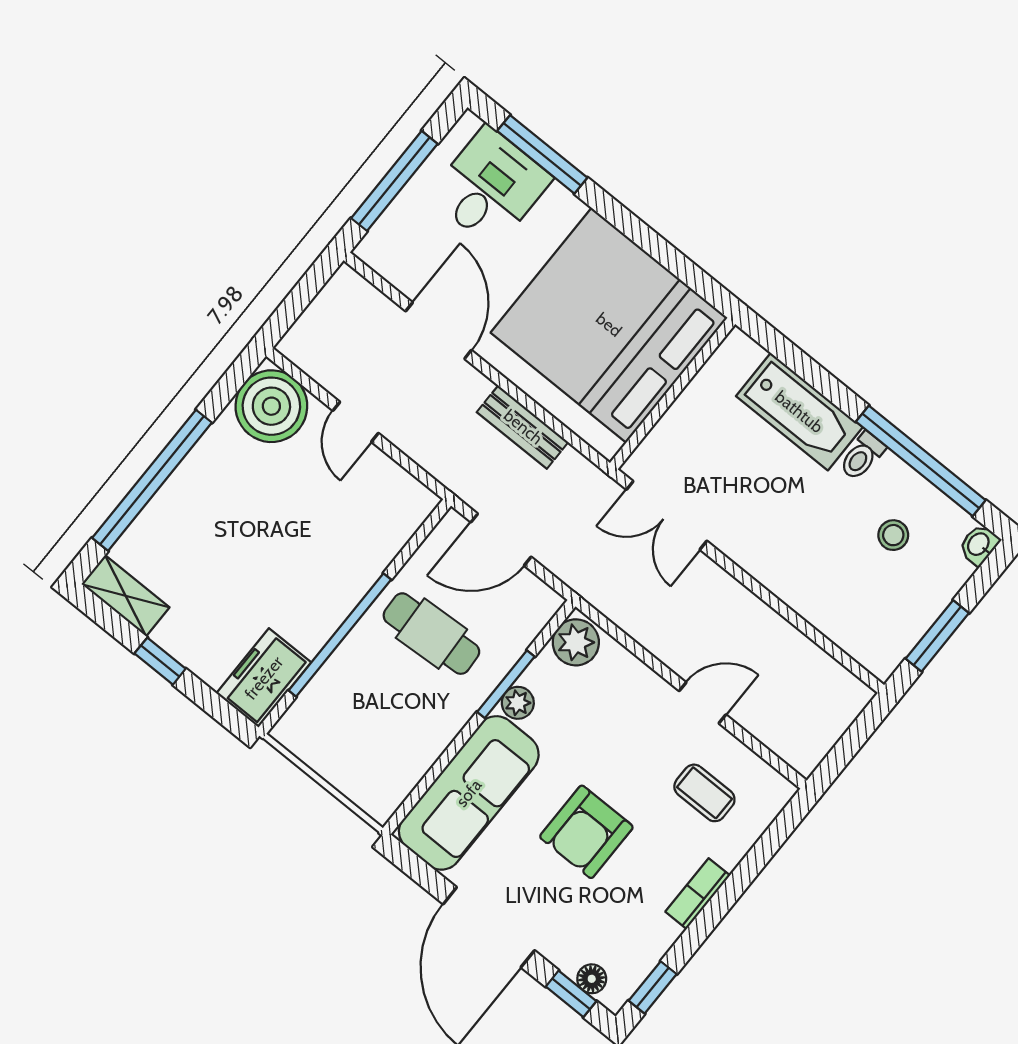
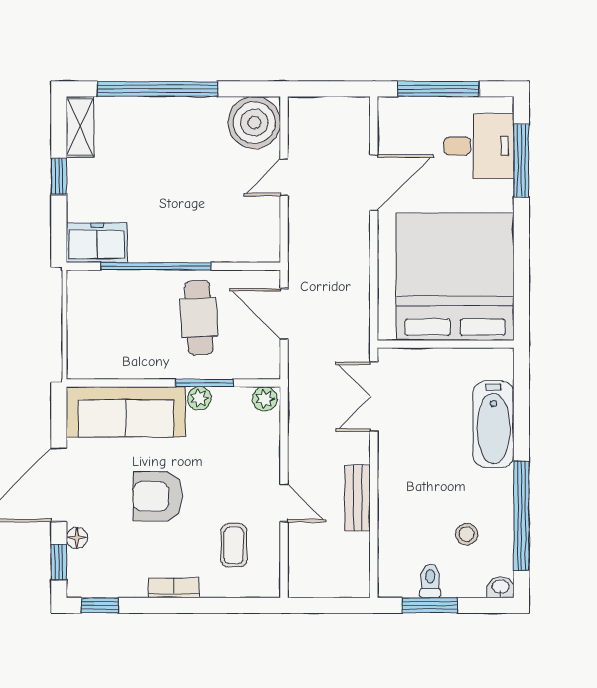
bench: (523, 427) -> (358, 498), moved
toilet: (862, 456) -> (430, 581), moved, turned 90
plant: (576, 642) -> (265, 399), width x0.73, depth x0.73
floor lamp: (592, 979) -> (77, 538), moved

